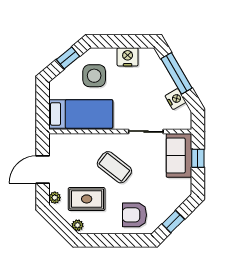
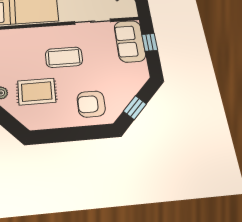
coffee table: (114, 167) -> (64, 57), turned -38
plant: (78, 225) -> (28, 121), removed

